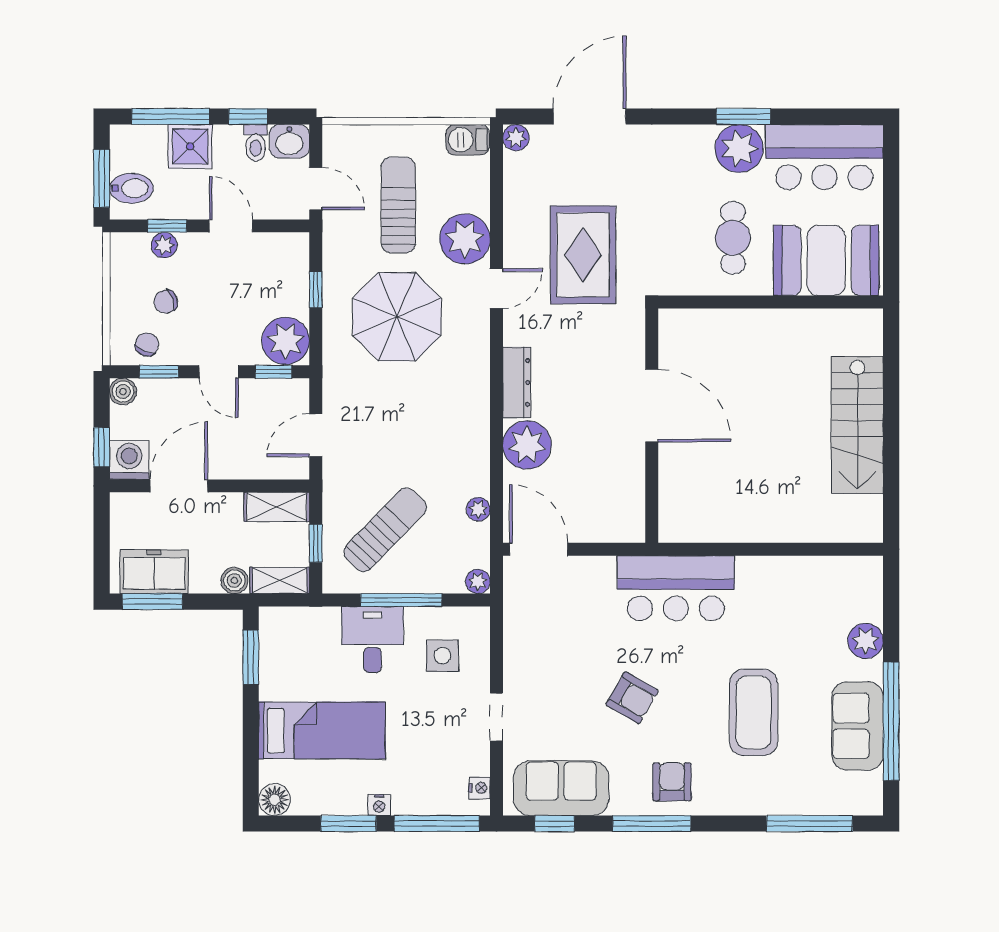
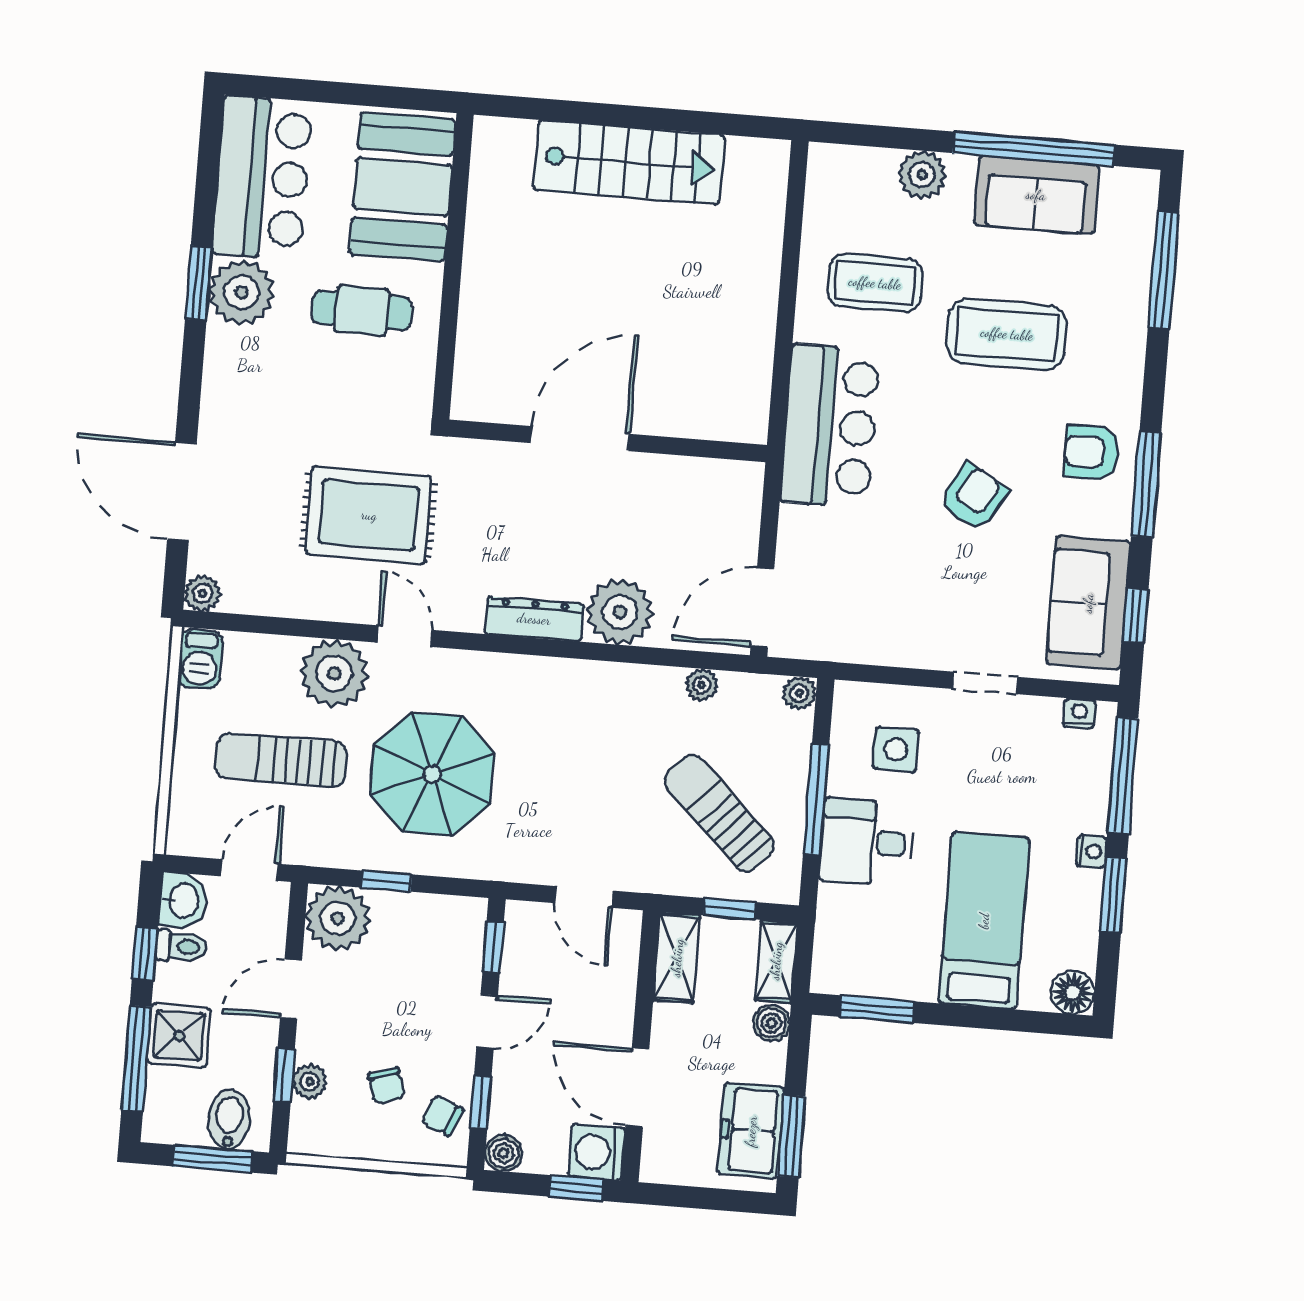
plant: (286, 341) -> (338, 918), moved
coffee table: (783, 613) -> (875, 283), added

